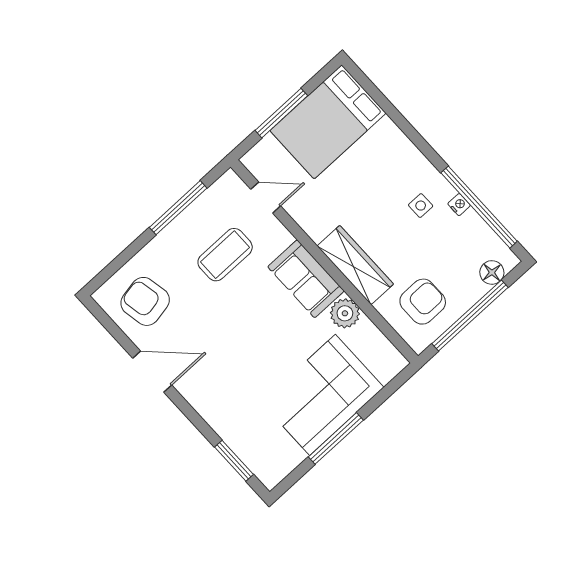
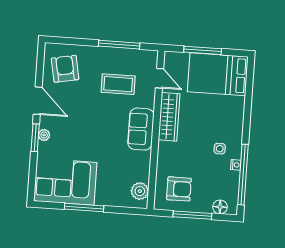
wardrobe: (355, 265) -> (169, 117), moved
plant: (345, 313) -> (140, 191), moved
window: (470, 315) -> (192, 215), width x0.68
corner sofa: (323, 395) -> (65, 182), moved
plant: (201, 403) -> (44, 135), added
window: (234, 461) -> (35, 138), moved

